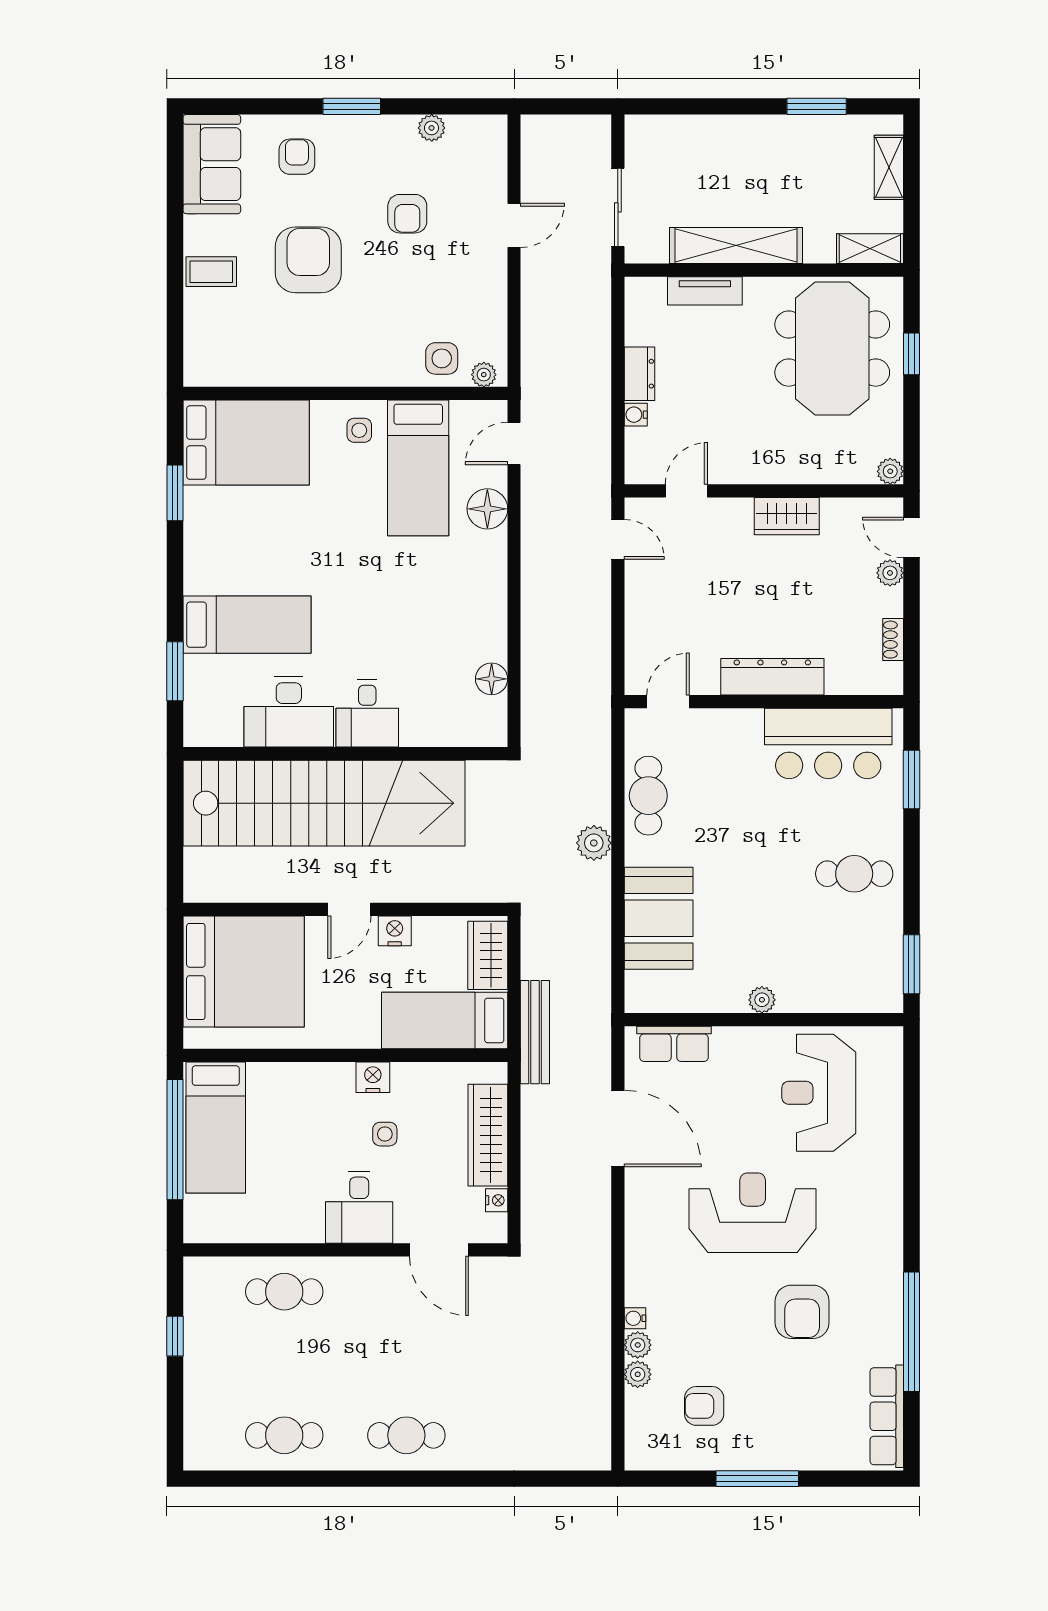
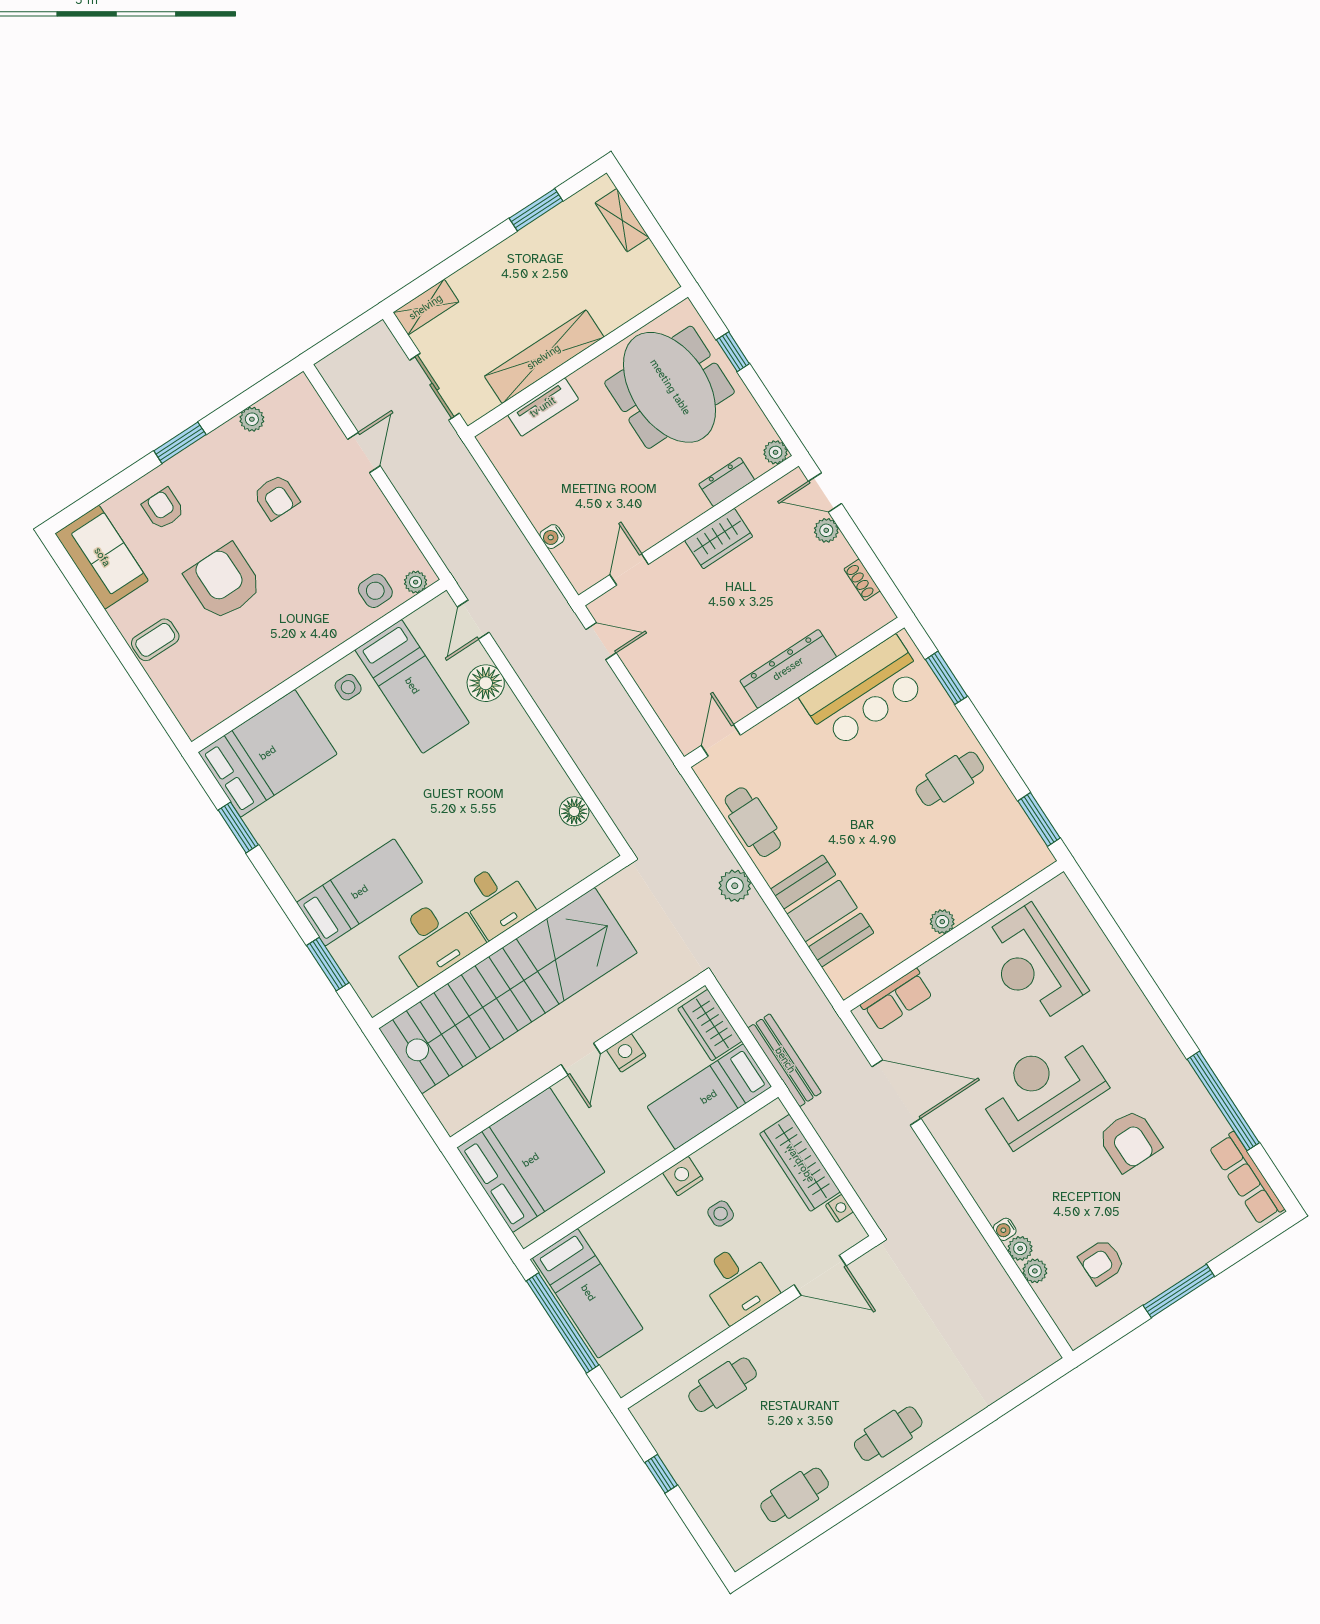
shelving: (870, 249) -> (426, 307), moved
dresser: (639, 374) -> (727, 482), moved, turned -90

